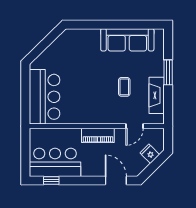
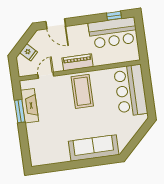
sofa: (127, 40) -> (94, 148), moved
window: (168, 72) -> (20, 111), moved
coffee table: (124, 87) -> (82, 91), moved, width x1.86, depth x1.72

